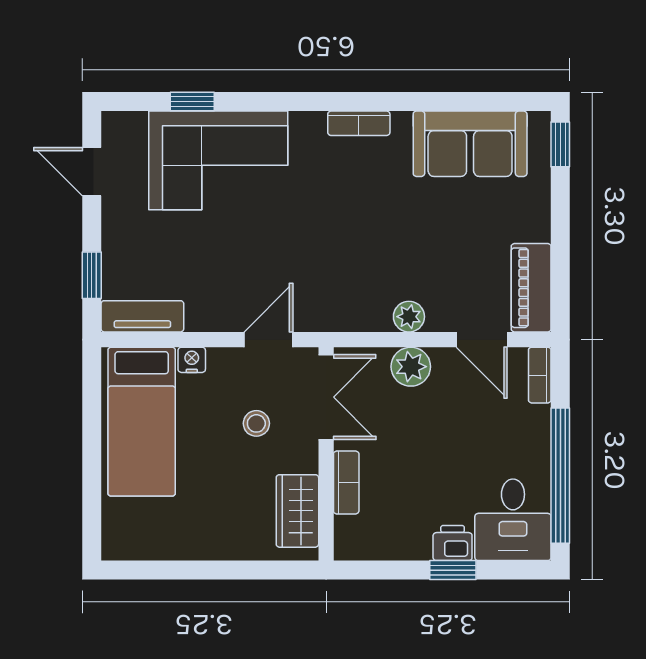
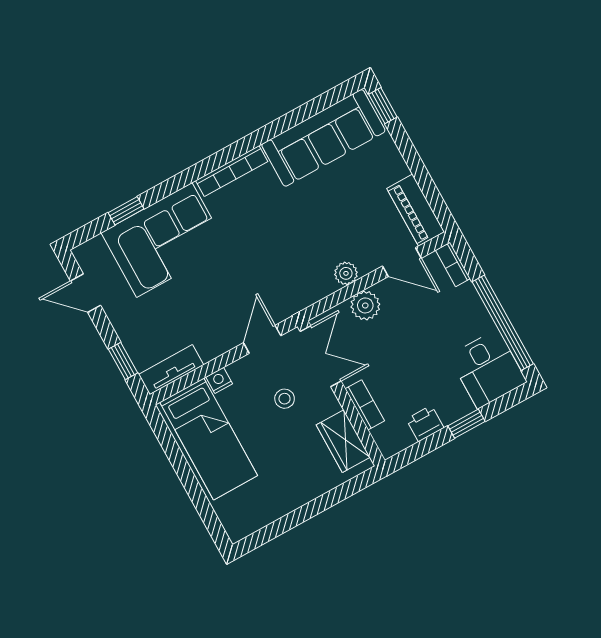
bookcase: (359, 123) -> (232, 171), width x1.56
sofa: (470, 144) -> (323, 138), width x1.36
printer: (453, 543) -> (425, 423), moved

